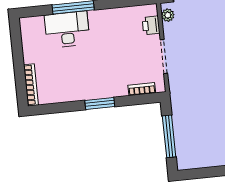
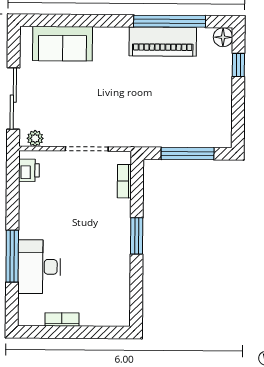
printer: (151, 25) -> (29, 170), moved, turned -90
bookcase: (31, 85) -> (62, 319), moved, width x0.64

